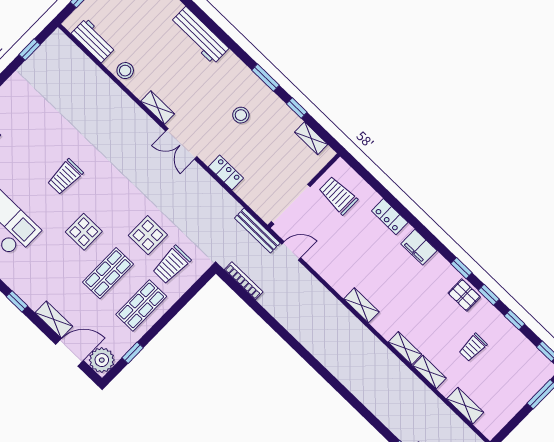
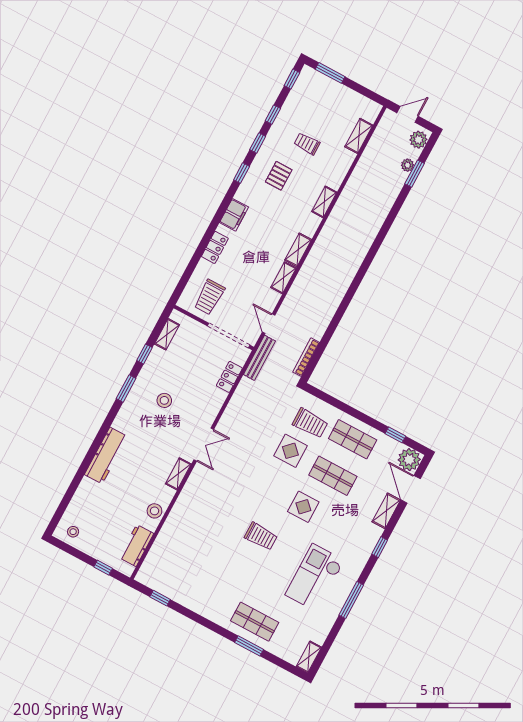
locker: (226, 173) -> (229, 377), moved
pallet: (464, 295) -> (279, 176), moved
trolley: (473, 348) -> (307, 144), turned 180
shelving: (429, 372) -> (284, 278), moved

